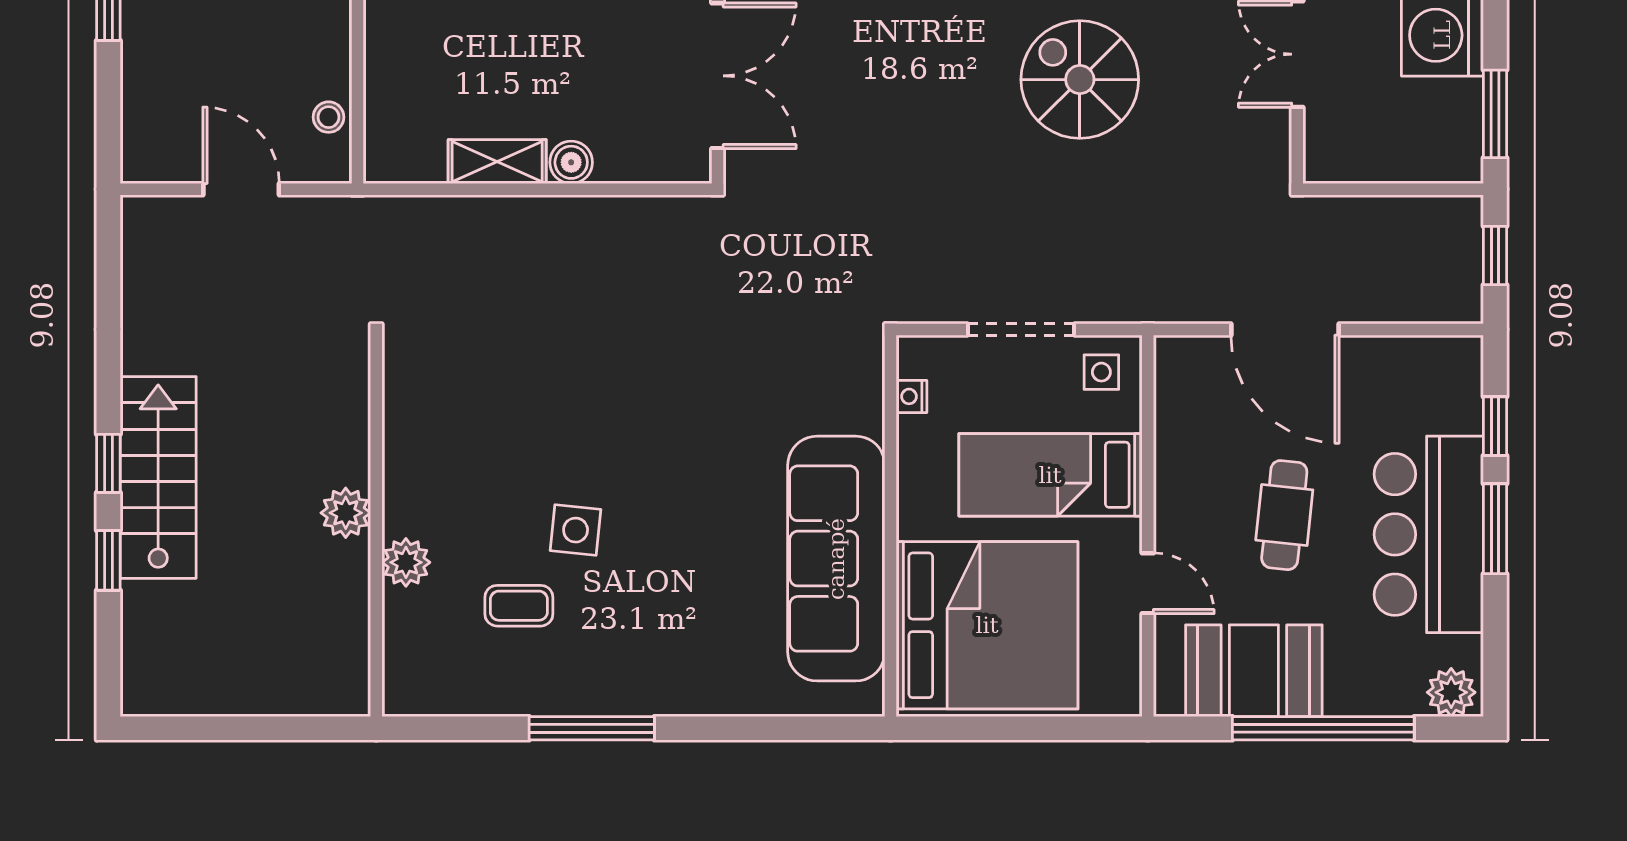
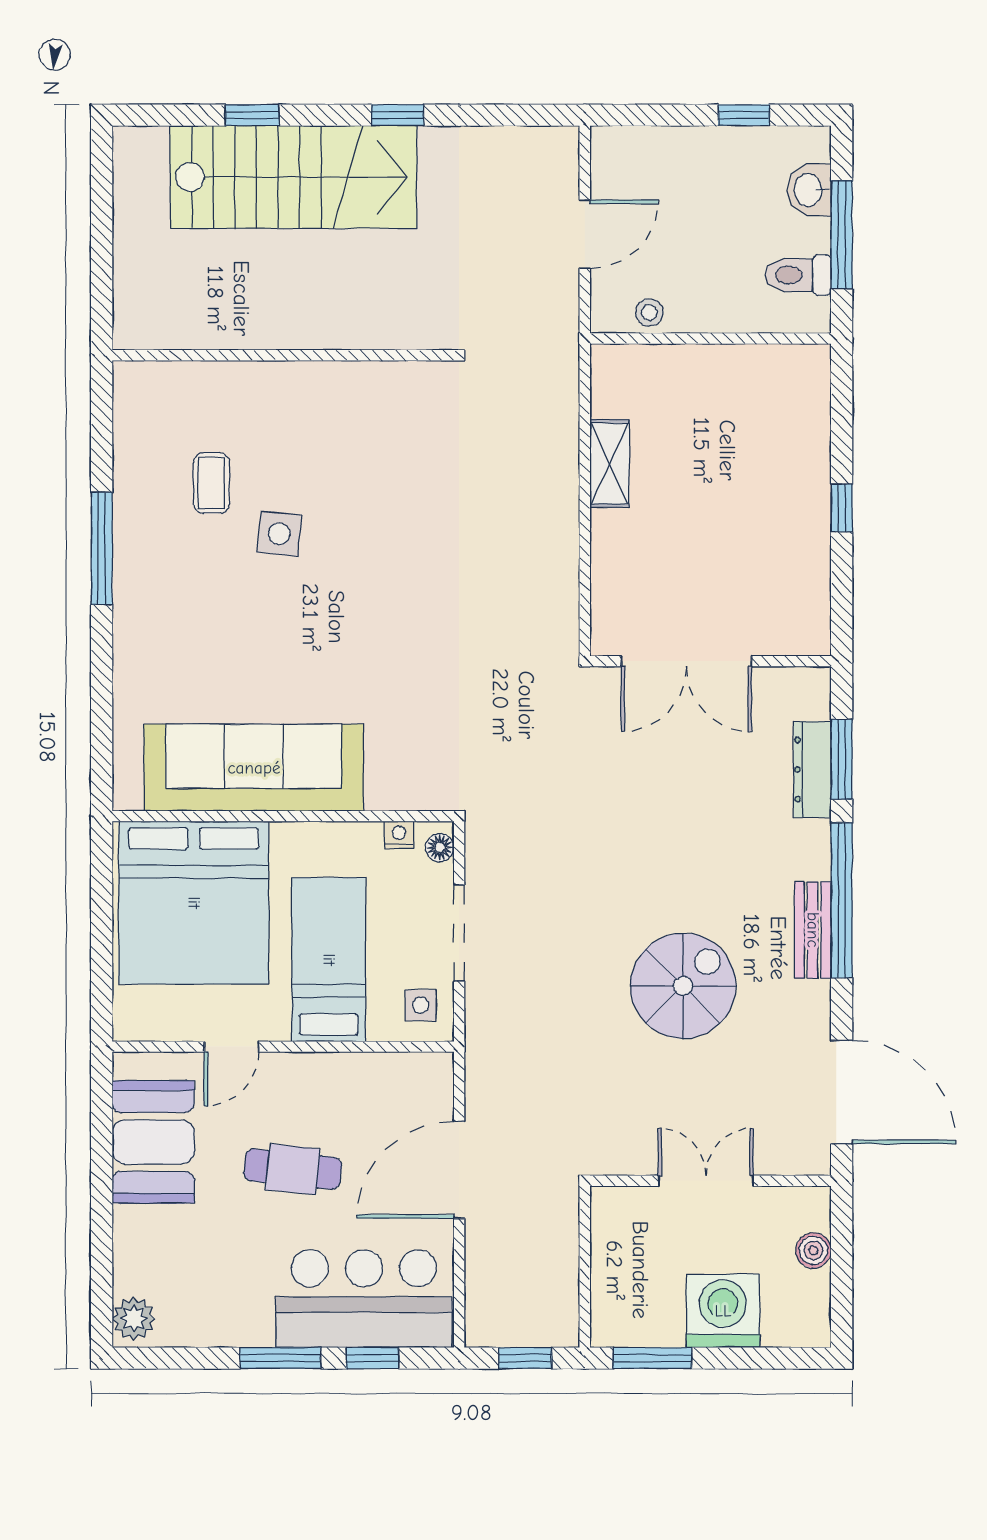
boiler: (571, 162) -> (609, 530), removed
floor lamp: (925, 351) -> (440, 848), added
window: (108, 463) -> (398, 115), moved
stairs: (158, 477) -> (293, 177), width x1.36, depth x1.51
plant: (346, 513) -> (295, 328), removed
bar counter: (1429, 534) -> (364, 1299), moved
plant: (406, 562) -> (250, 382), removed
window: (1323, 728) -> (102, 1204), removed

